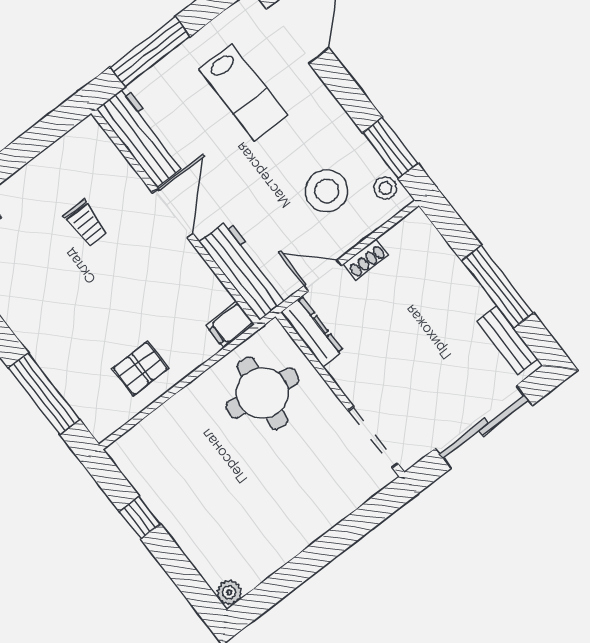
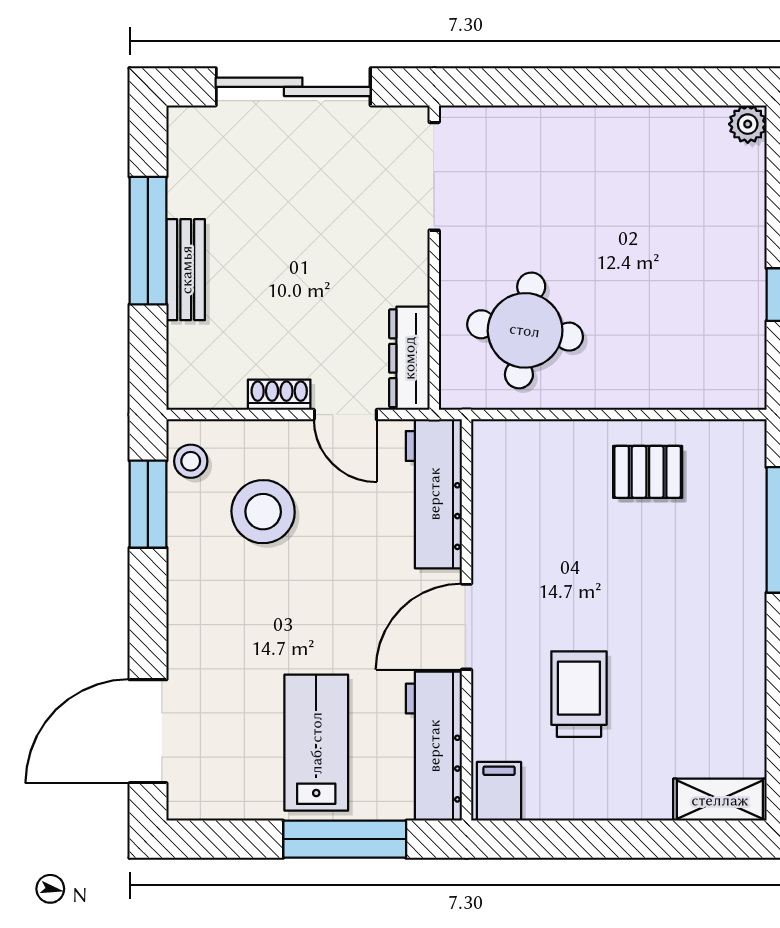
lab bench: (243, 93) -> (316, 743), moved
trolley: (86, 223) -> (579, 694), width x1.36, depth x1.39
filing cabinet: (230, 325) -> (499, 791), moved, turned -90
bench: (507, 340) -> (186, 270), moved

